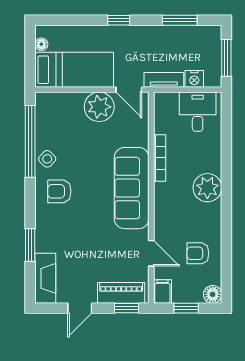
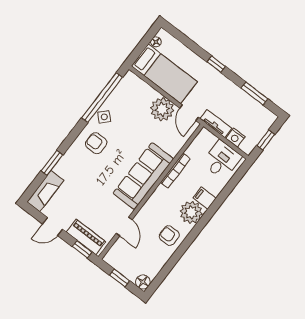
window: (226, 58) -> (266, 140), width x0.67
armchair: (198, 253) -> (169, 236), moved
filing cabinet: (162, 292) -> (205, 198), moved, turned -90

